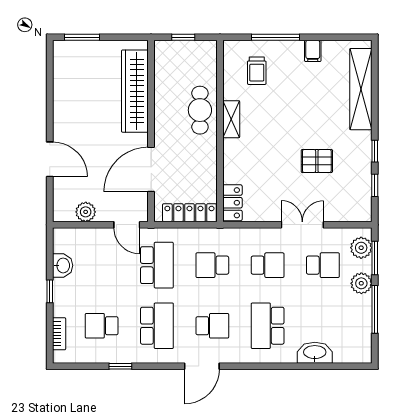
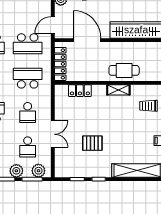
pallet: (317, 161) -> (92, 143), turned 90
locker: (232, 203) -> (80, 91), moved
school desk: (212, 265) -> (28, 78), width x1.85

